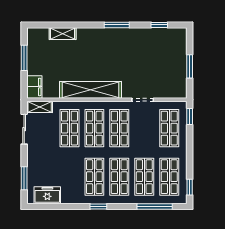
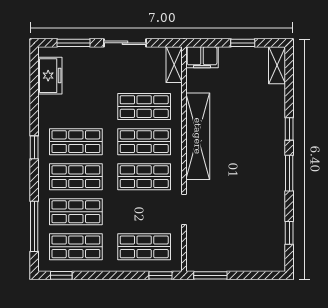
window: (85, 25) -> (289, 129), added
shelving: (63, 34) -> (277, 65), moved
window: (24, 58) -> (243, 43), width x0.67
window: (190, 66) -> (210, 275), moved
sliding door: (24, 129) -> (125, 43), moved

